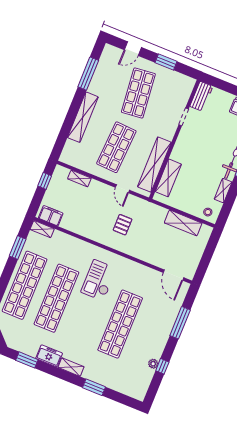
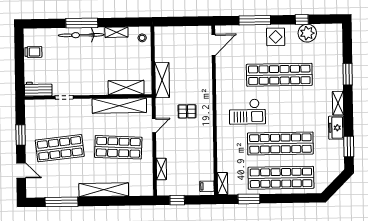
filing cabinet: (51, 216) -> (207, 186), width x0.50
shelving: (183, 223) -> (162, 80), moved
display table: (157, 335) -> (276, 37), added
plant: (153, 364) -> (307, 33), width x1.87, depth x1.87

